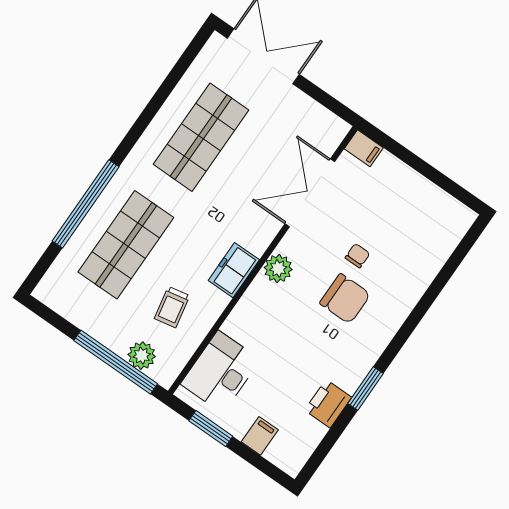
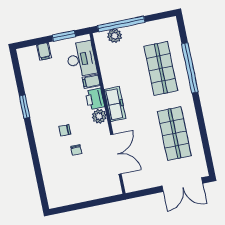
filing cabinet: (364, 148) -> (91, 81), moved
freezer: (234, 270) -> (115, 104), width x1.40
chair: (345, 299) -> (65, 130), width x0.54, depth x0.54
trolley: (172, 307) -> (122, 64), removed
printer: (328, 404) -> (95, 99), moved, turned 180

